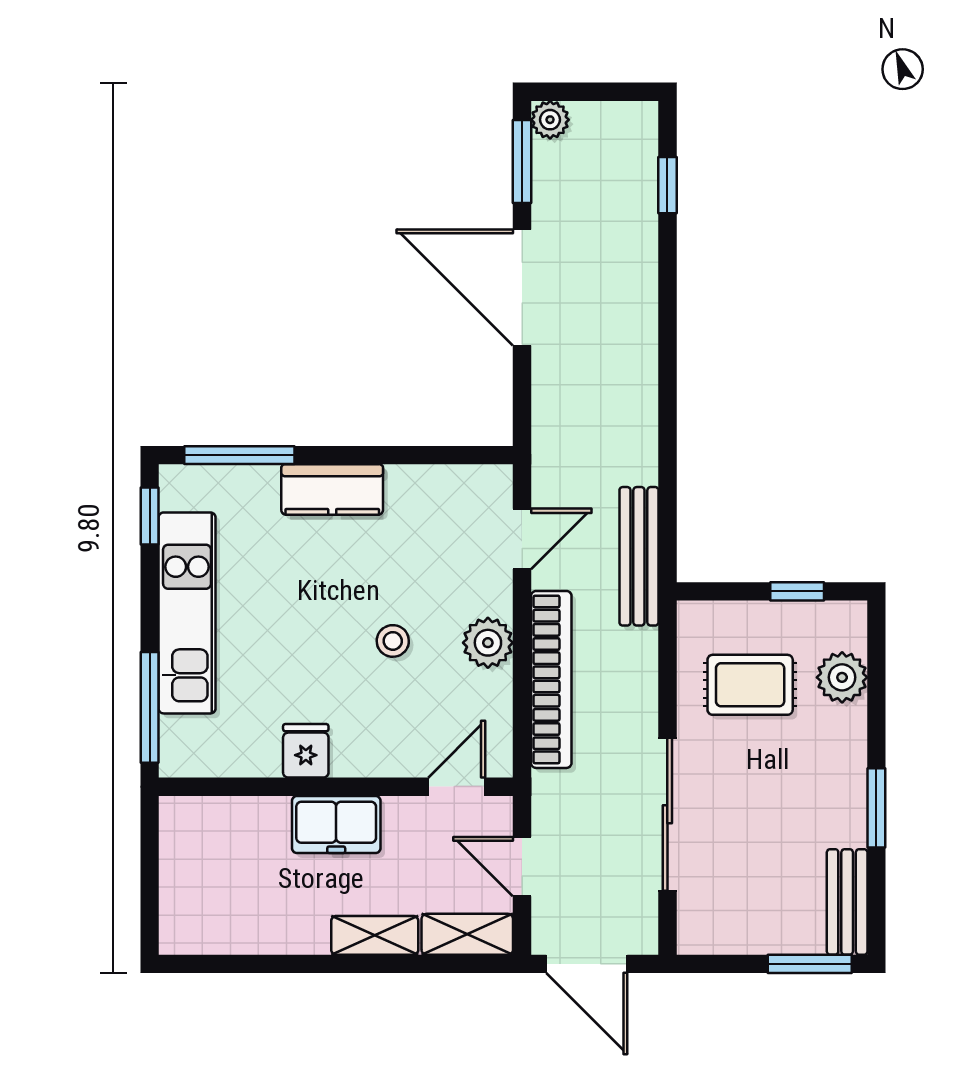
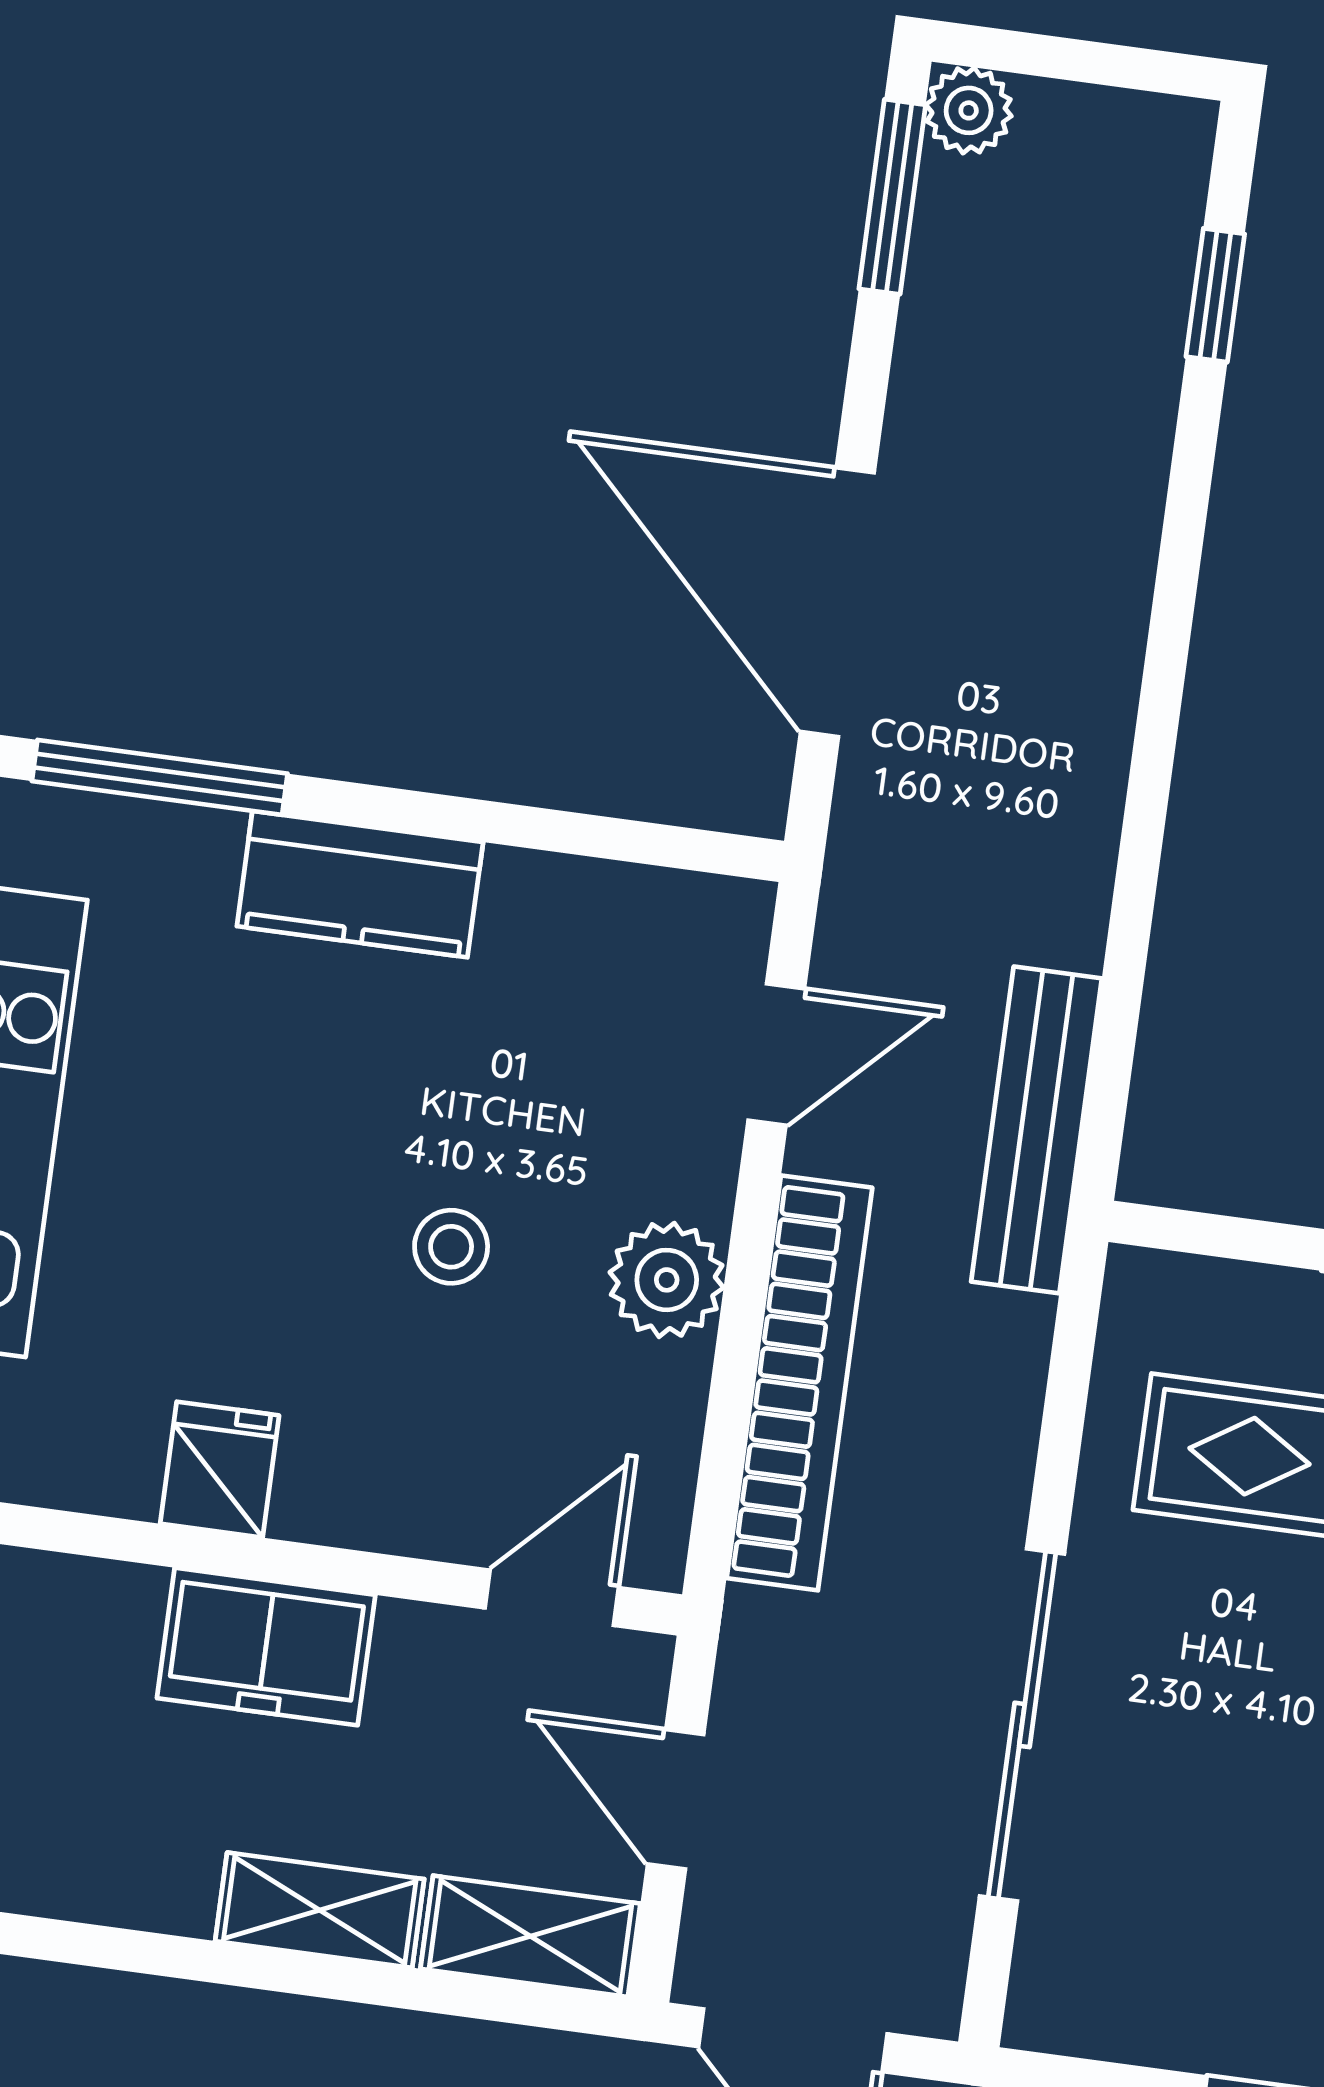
door: (522, 287) -> (837, 602), moved

